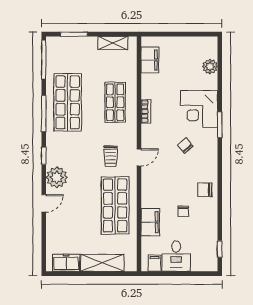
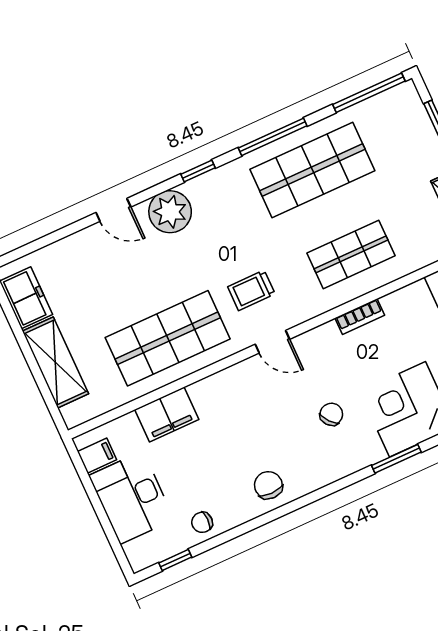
chair: (183, 211) -> (202, 522), moved
desk: (176, 256) -> (132, 498), width x1.37

